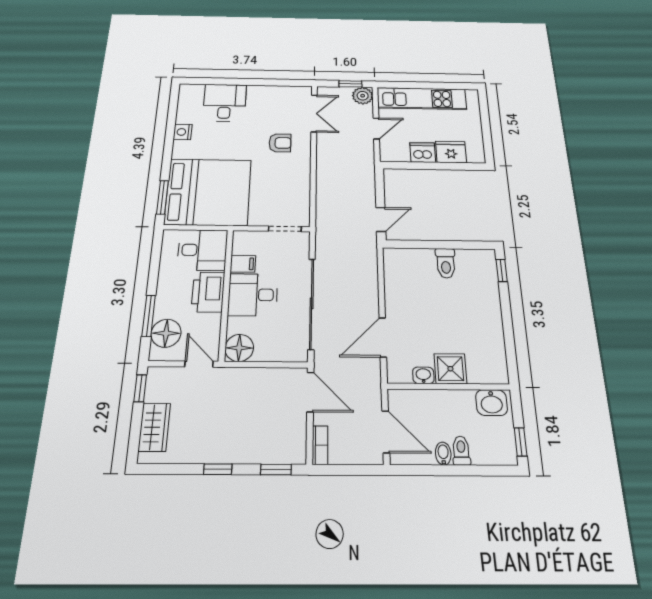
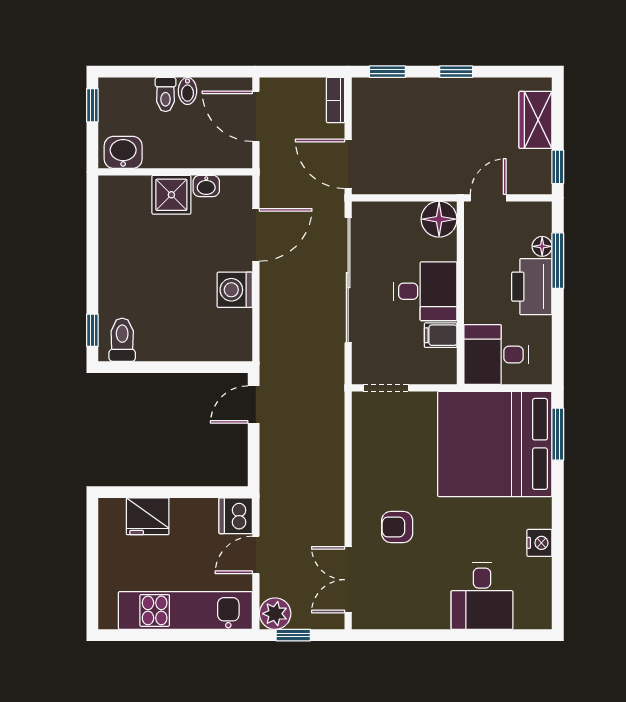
dishwasher: (423, 152) -> (236, 516), moved, turned 90
toilet: (446, 263) -> (122, 340), moved
printer: (208, 292) -> (532, 287), moved, turned 180
washing machine: (397, 297) -> (235, 290), added
floor lamp: (166, 333) -> (542, 246), width x0.53, depth x0.53
door: (199, 364) -> (488, 198), swing flipped

